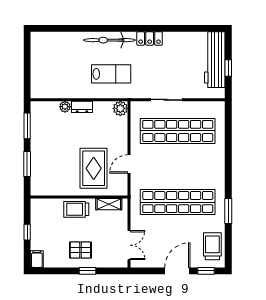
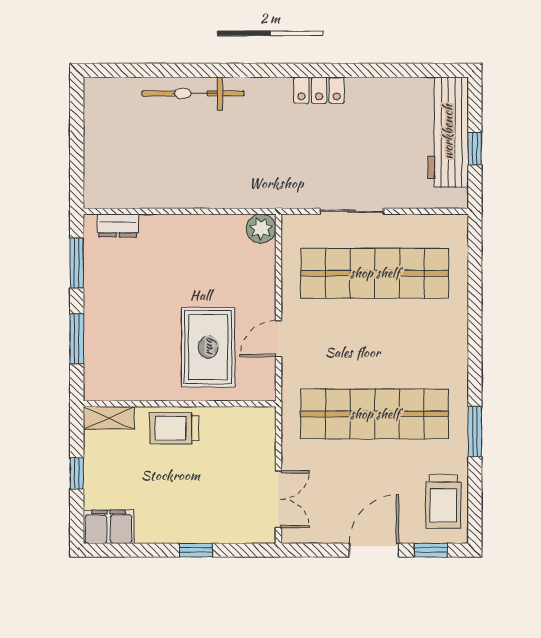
bicycle: (109, 40) -> (193, 93), moved
lab bench: (111, 74) -> (243, 160), removed
plant: (65, 107) -> (151, 225), removed
dresser: (82, 107) -> (118, 225), moved
shelving: (109, 204) -> (109, 418), moved
trolley: (212, 246) -> (443, 501), turned 180
pallet: (80, 250) -> (182, 509), removed
filing cabinet: (37, 259) -> (109, 527), width x2.00

